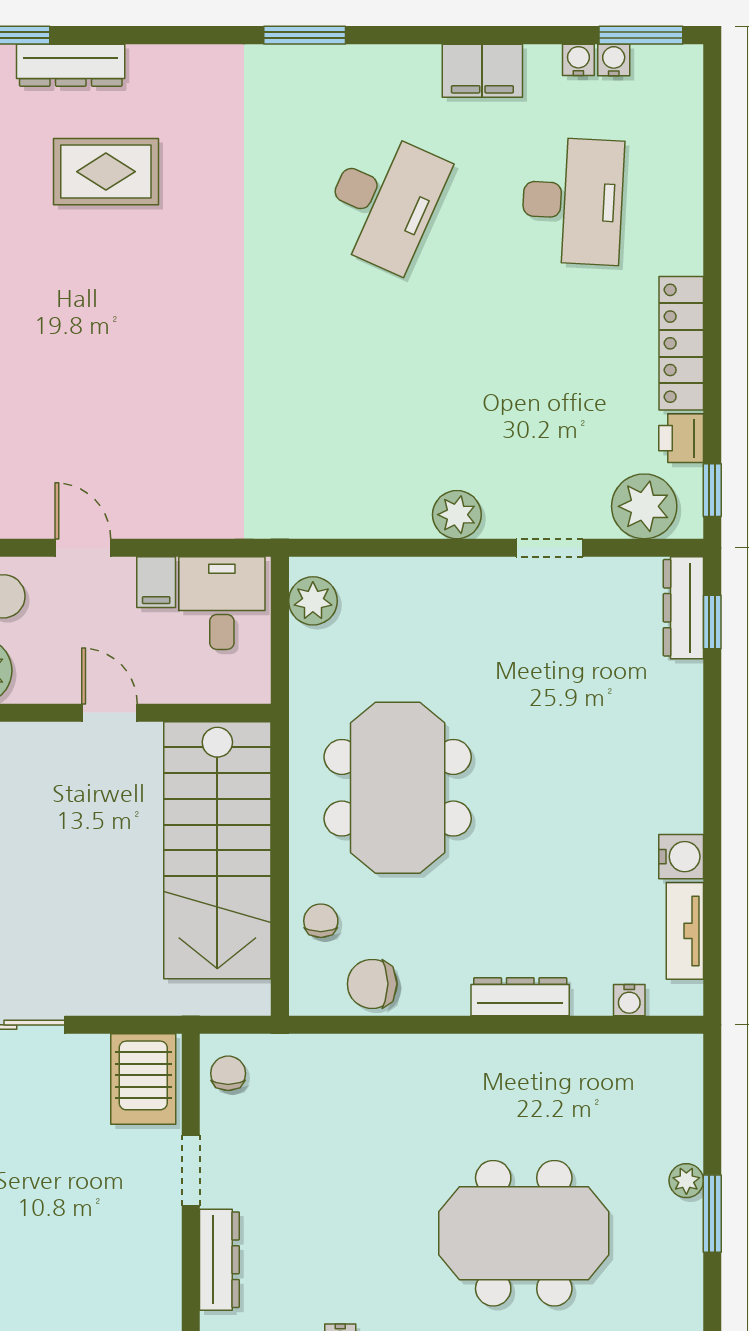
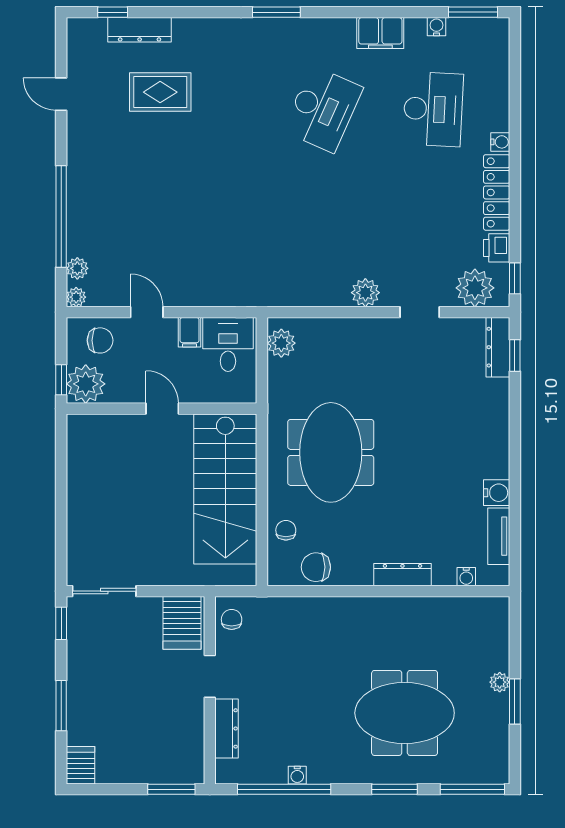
water cooler: (614, 60) -> (500, 142), moved, turned 90

